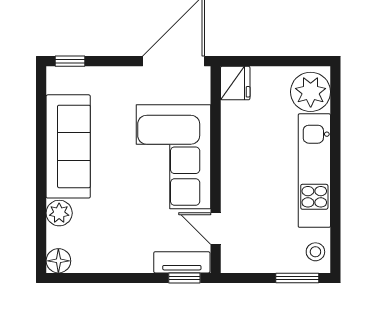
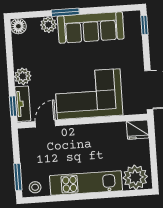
window: (41, 185) -> (65, 12), added
plant: (138, 259) -> (23, 76), added

